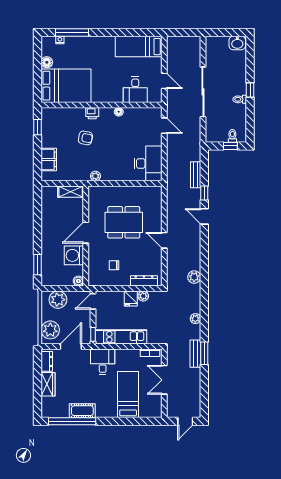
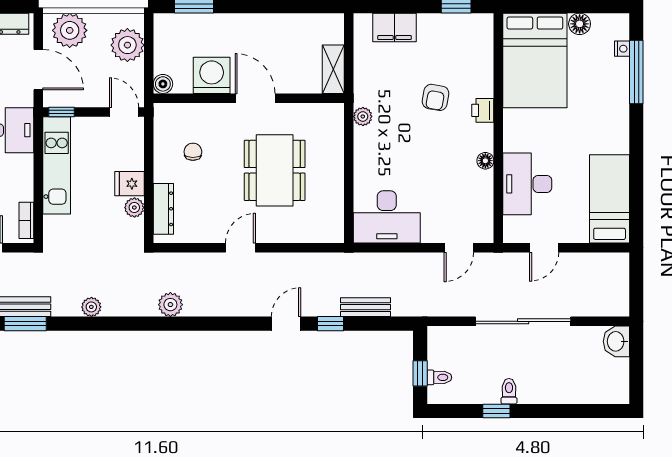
washbasin: (237, 43) -> (616, 341), moved
desk: (135, 90) -> (527, 184), width x1.37
window: (250, 90) -> (496, 411), moved

